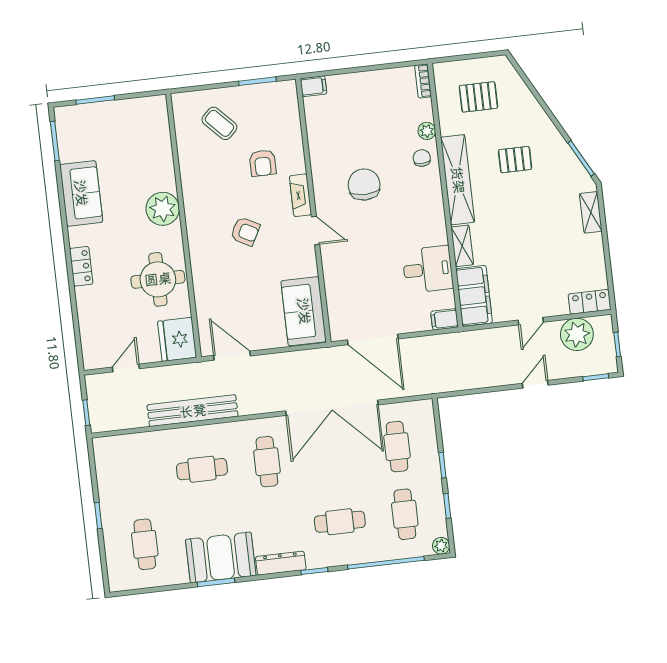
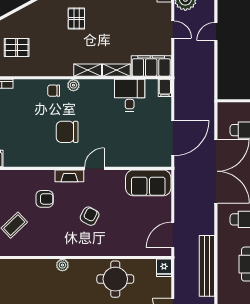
pallet: (478, 97) -> (17, 47), turned 90
plant: (427, 131) -> (73, 85), moved
pallet: (515, 160) -> (76, 19), moved
shelving: (458, 180) -> (88, 70), width x0.45, depth x0.75
plant: (163, 209) -> (62, 265), width x0.53, depth x0.53
fridge: (177, 339) -> (164, 268), width x0.53, depth x0.75
door: (535, 384) -> (216, 31), hinge flipped

